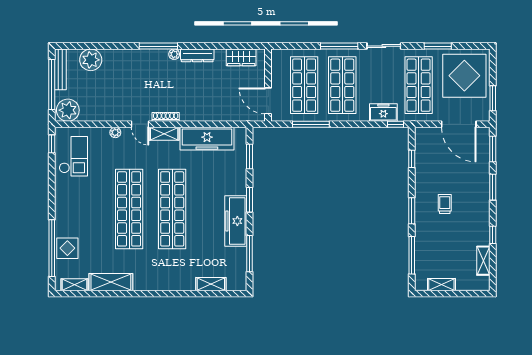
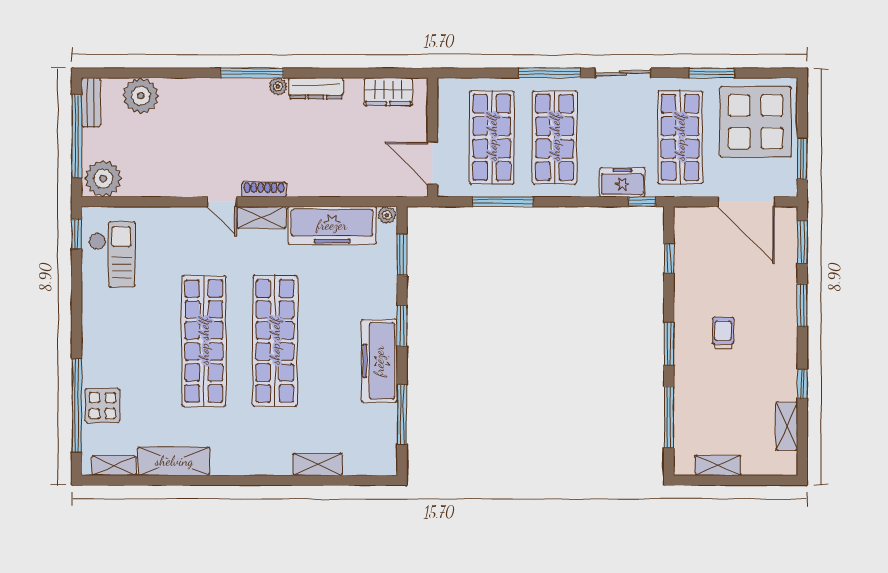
bench: (60, 69) -> (91, 102), width x0.73
plant: (115, 132) -> (387, 215), moved
shelving: (211, 284) -> (318, 465), moved

